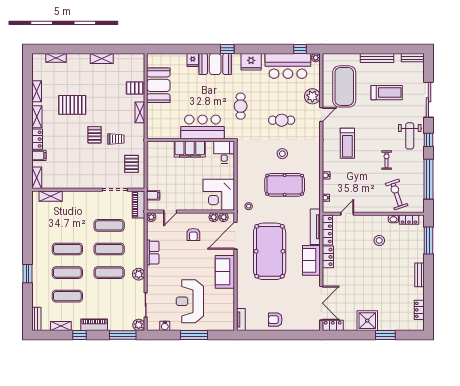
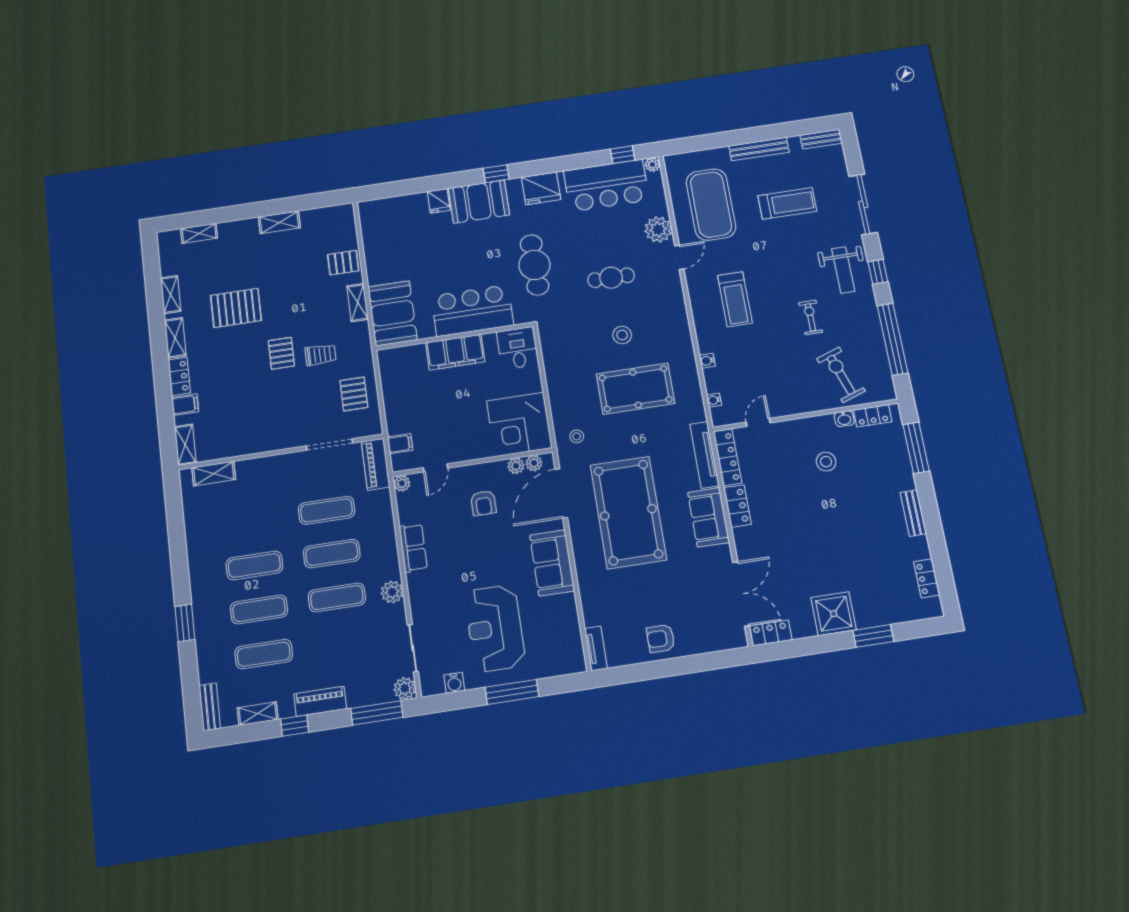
booth: (158, 85) -> (393, 313), moved
cafe table: (241, 106) -> (534, 265), width x1.37, depth x1.35

